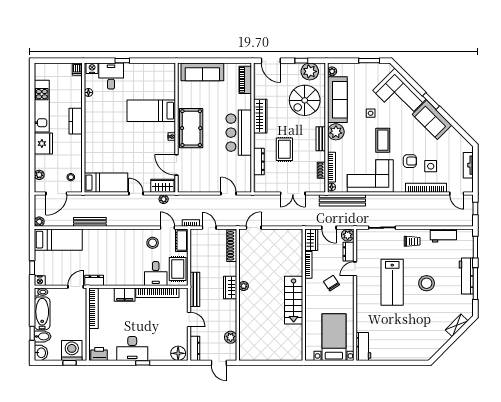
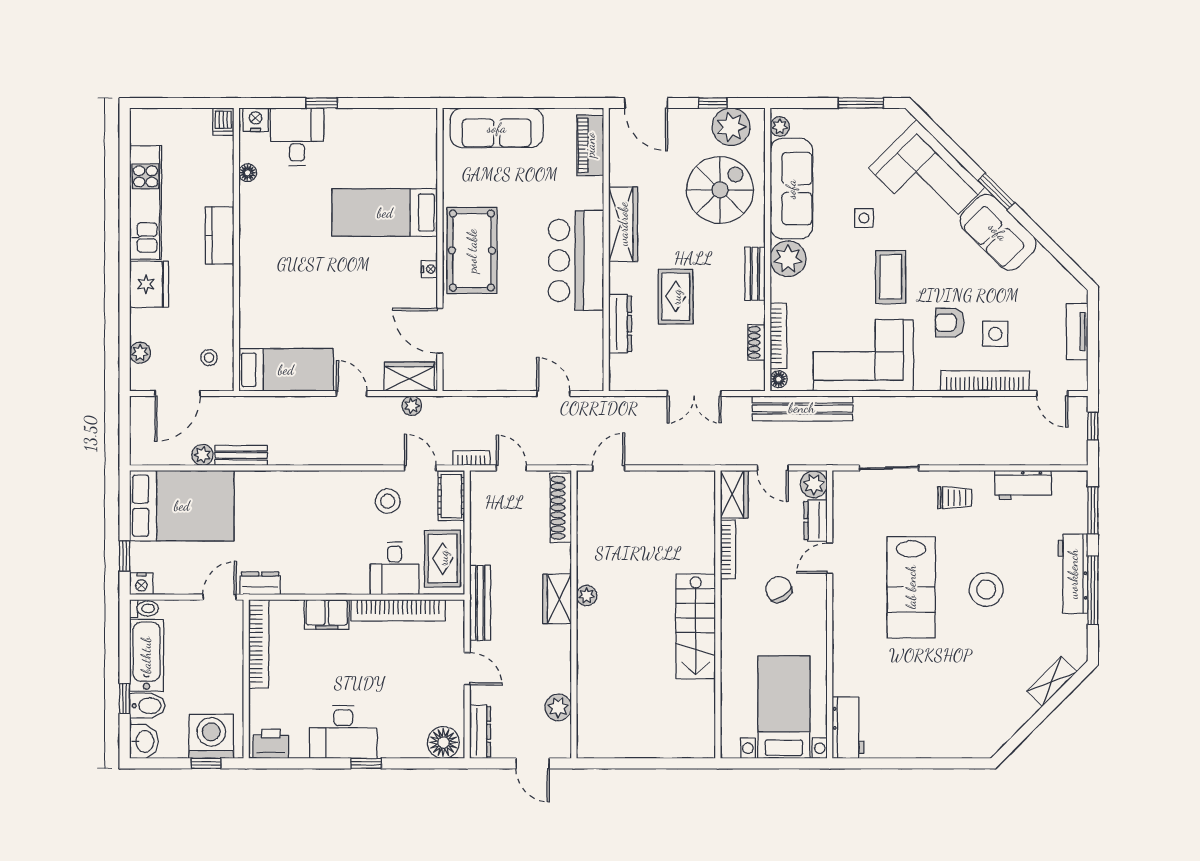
spiral stairs: (305, 100) -> (720, 190), turned 180
armchair: (410, 161) -> (950, 323), turned 180
plant: (39, 222) -> (202, 455), moved
bench: (90, 222) -> (241, 455), width x0.73
bed: (58, 240) -> (182, 506), width x1.50

